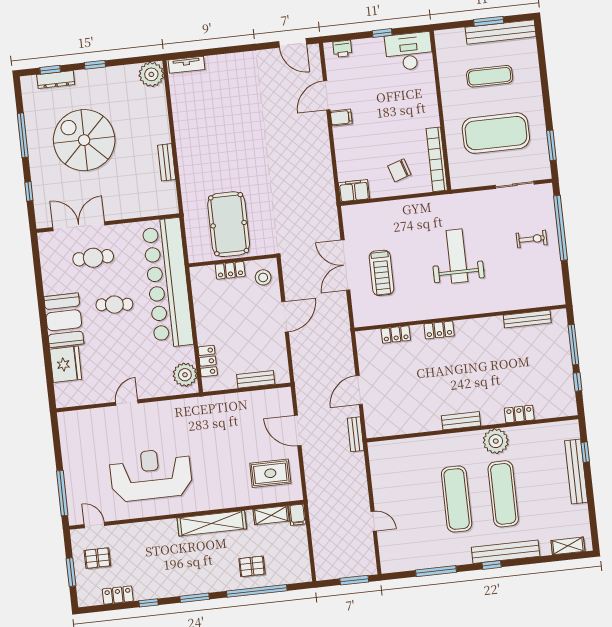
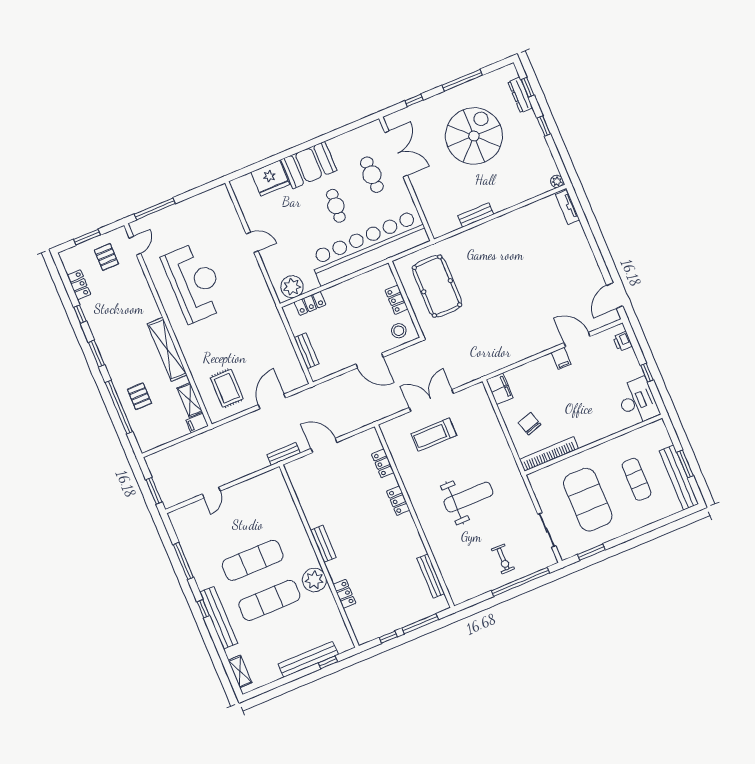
plant: (151, 74) -> (557, 181), width x0.53, depth x0.53
pool table: (229, 224) -> (437, 286), turned 90

